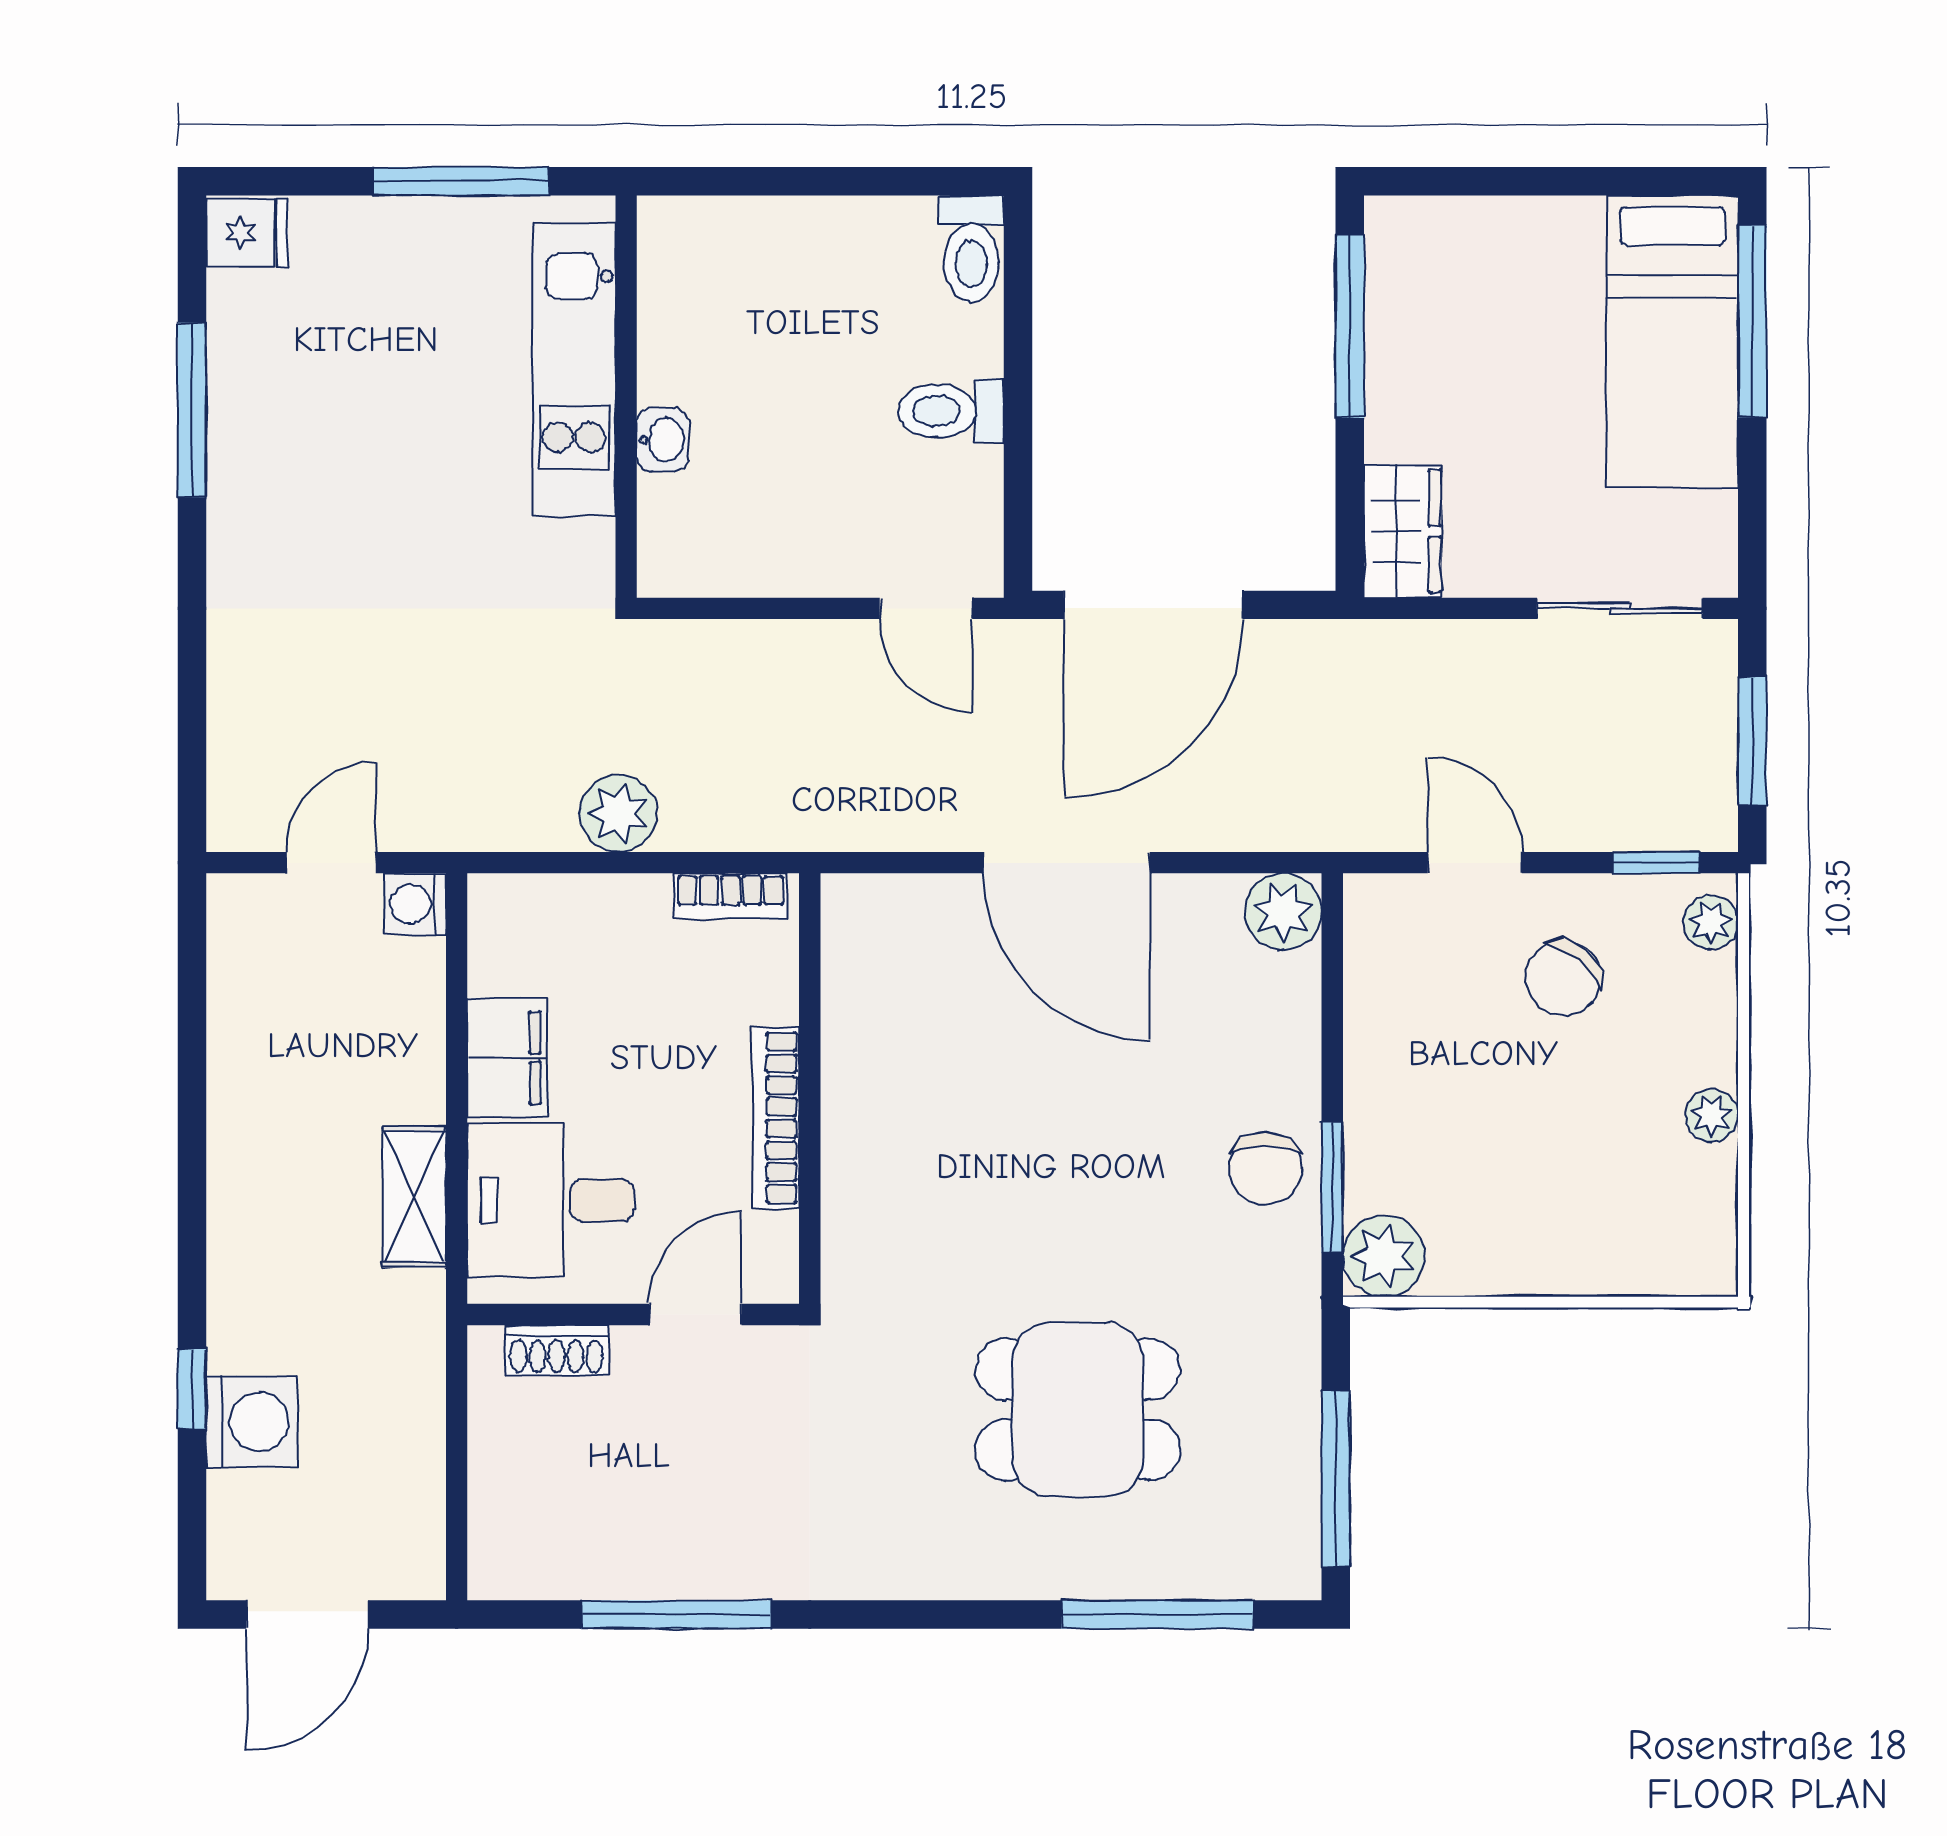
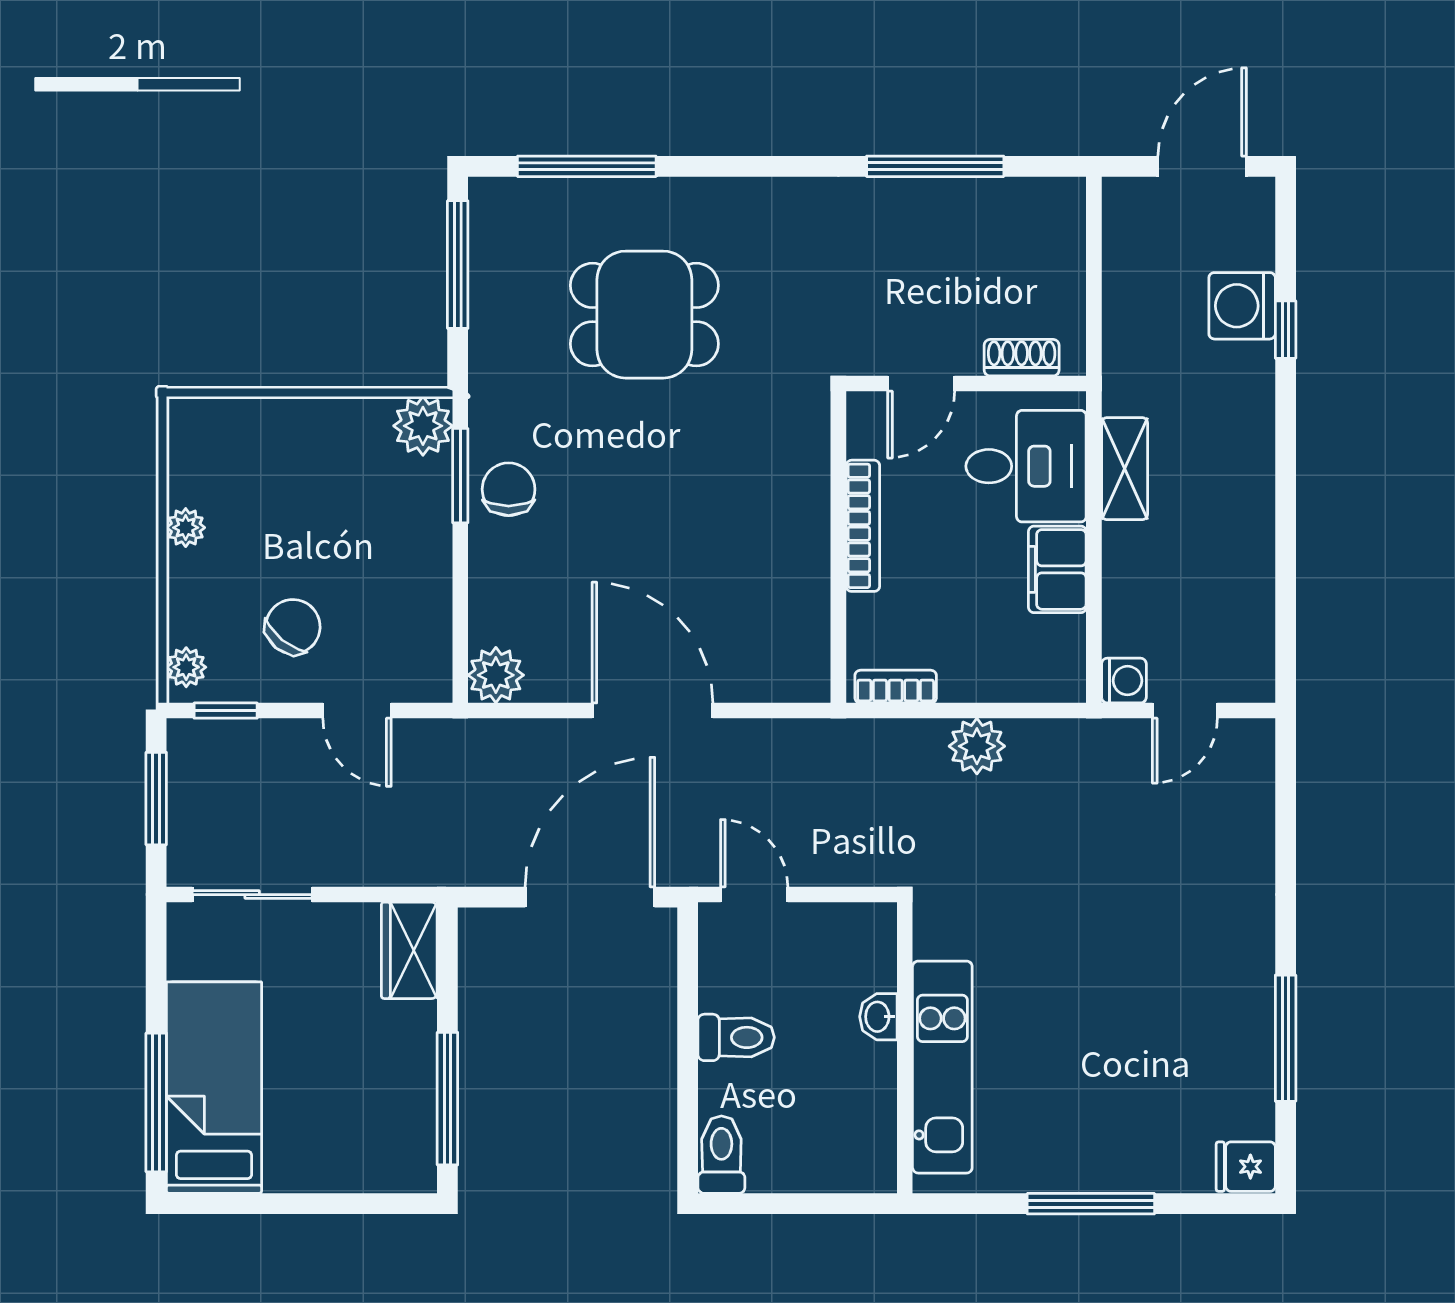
kitchen unit: (574, 370) -> (942, 1067), moved
wall: (626, 397) -> (905, 1048), moved
washbasin: (663, 440) -> (878, 1017), moved

